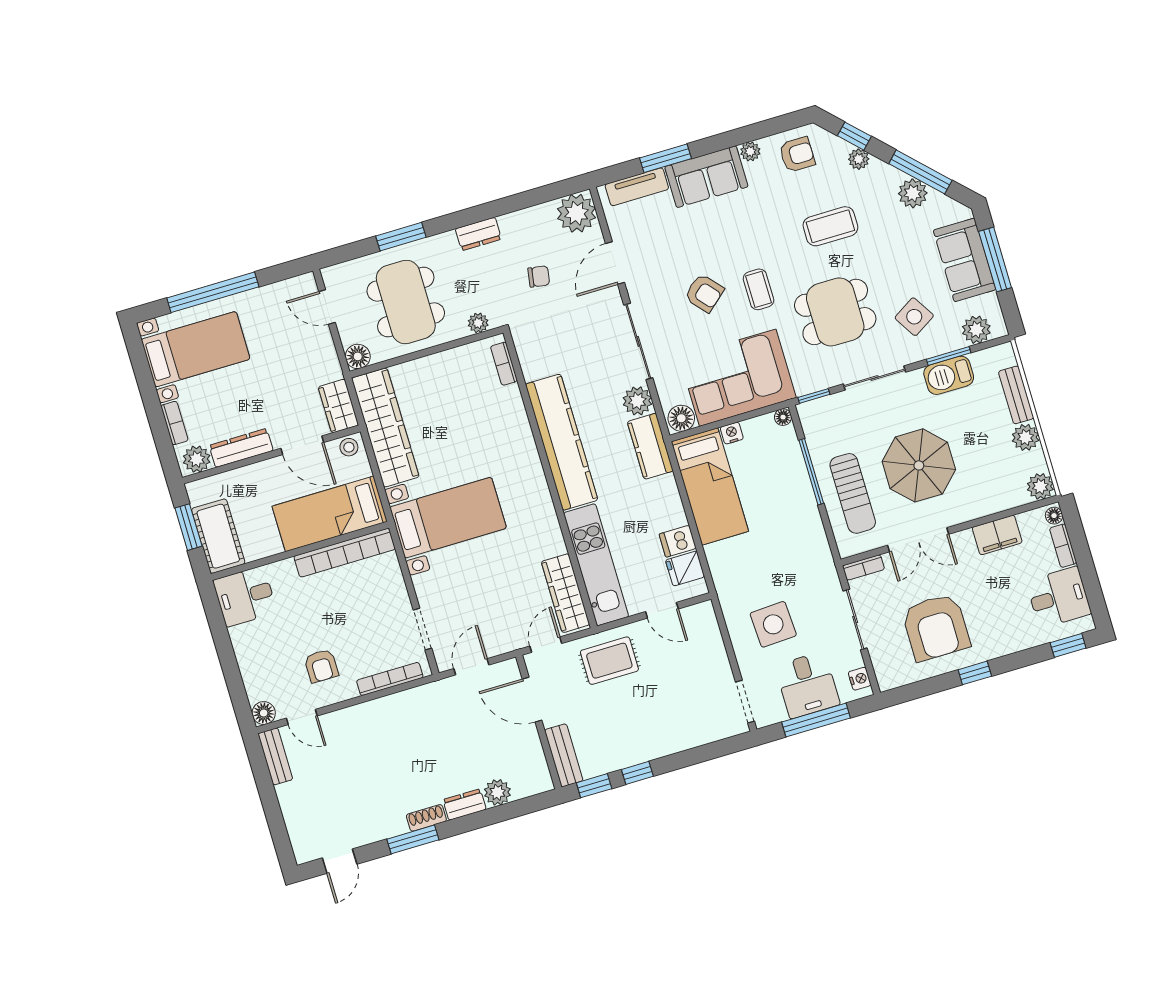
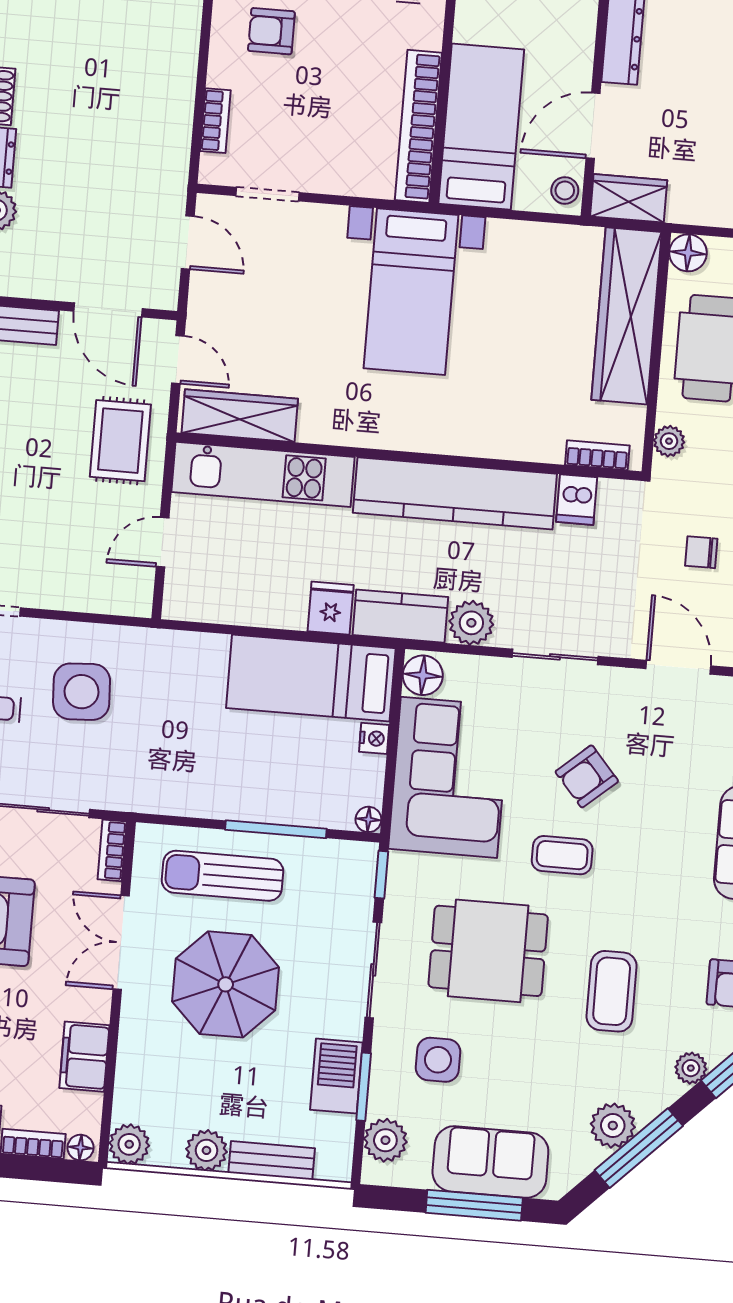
chair: (539, 276) -> (701, 552), turned 81
dining table: (835, 312) -> (488, 951), turned 90
side table: (914, 317) -> (438, 1060), turned 32
sliding door: (638, 341) -> (555, 657), width x0.73
wardrobe: (385, 428) -> (626, 316), moved, turned 90
dishwasher: (678, 541) -> (577, 500), moved, turned 180
fridge: (685, 568) -> (331, 608), moved
bookcase: (390, 679) -> (215, 121), width x0.64
door: (532, 700) -> (108, 310), swing flipped

